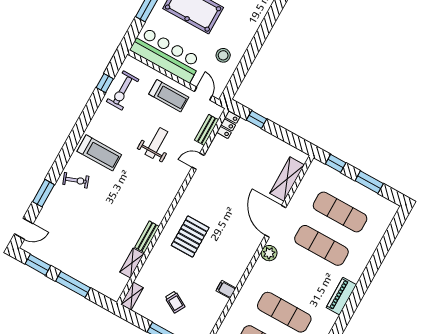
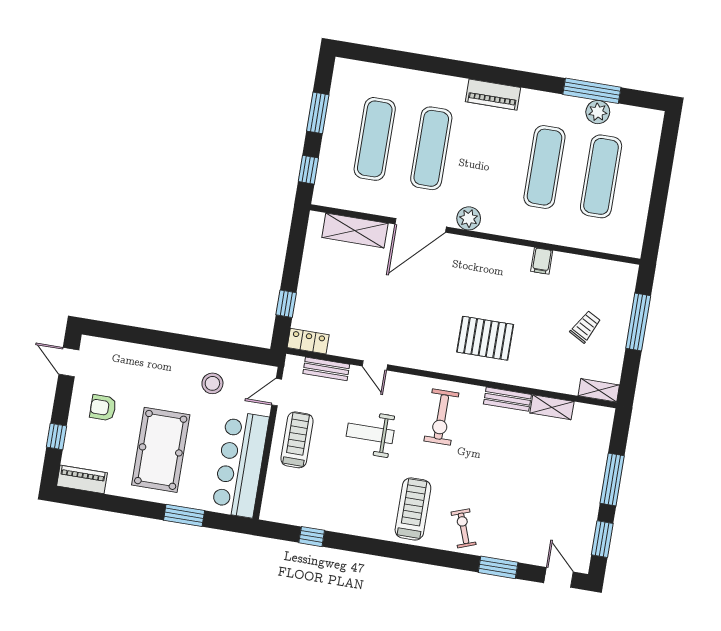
exercise bike: (123, 90) -> (441, 417), moved, turned 90

